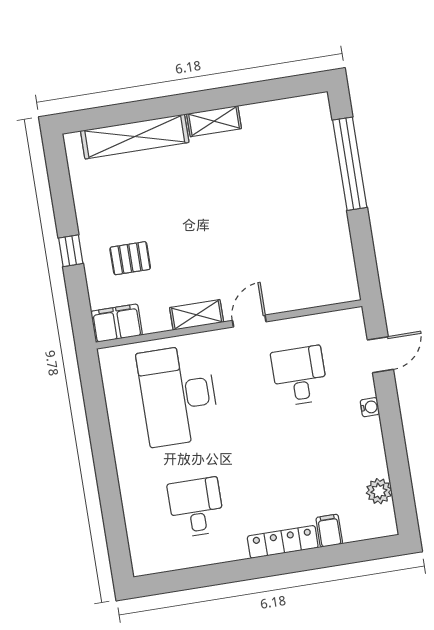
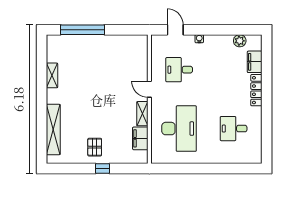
shelving: (214, 121) -> (52, 75), moved
pallet: (130, 258) -> (95, 147), moved
filing cabinet: (117, 323) -> (140, 138), moved
desk: (178, 395) -> (179, 129), turned -90
filing cabinet: (329, 531) -> (255, 62), width x2.00

